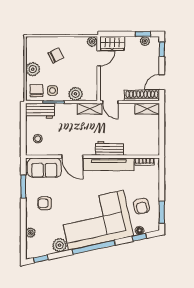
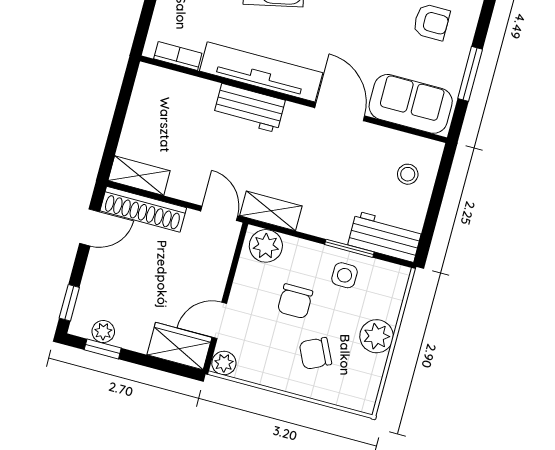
chair: (37, 91) -> (295, 301), moved
plant: (76, 94) -> (266, 246), moved

